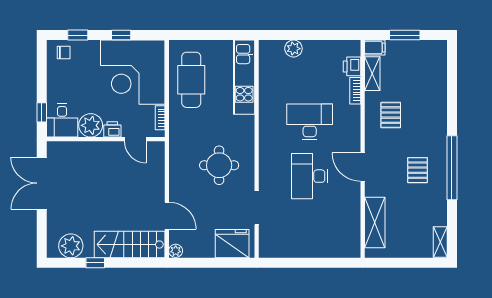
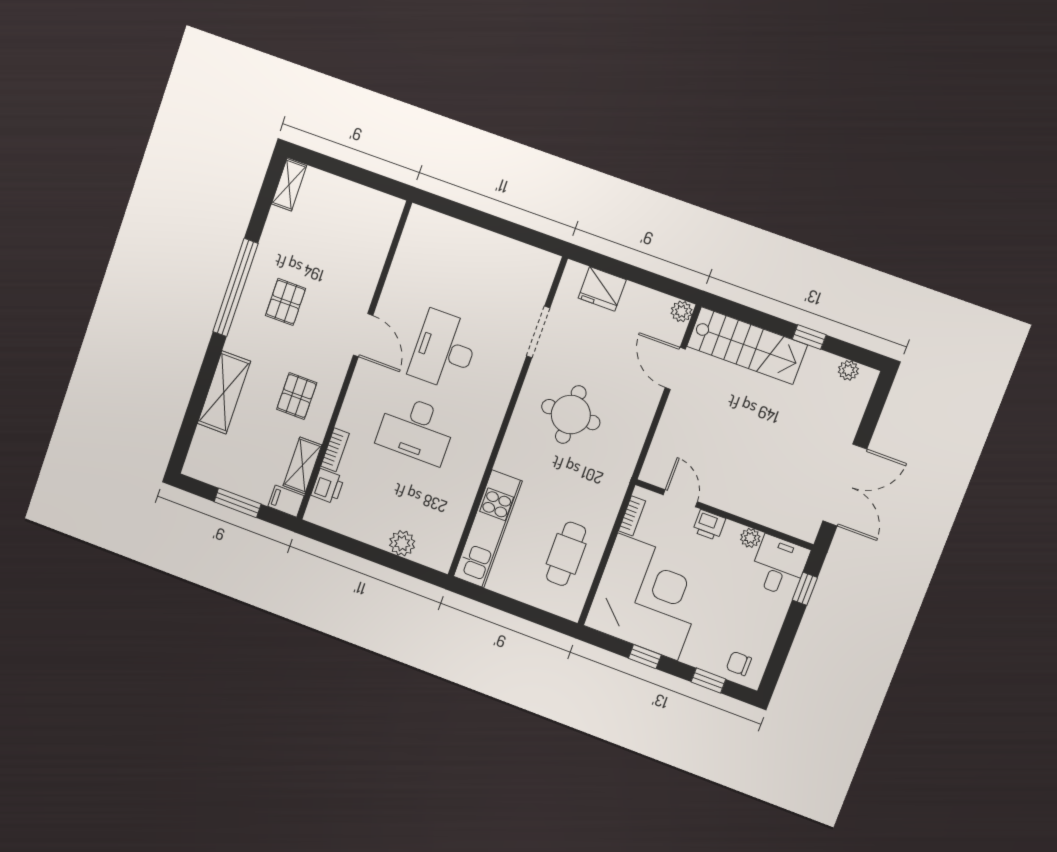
cafe table: (191, 80) -> (566, 554), width x0.73, depth x0.74
plant: (91, 125) -> (750, 538), width x0.53, depth x0.53
desk: (310, 176) -> (444, 350), turned 180
shelving: (375, 223) -> (224, 392), moved
fridge: (232, 244) -> (602, 289), width x0.73, depth x0.75
plant: (71, 246) -> (848, 370), width x0.53, depth x0.53

